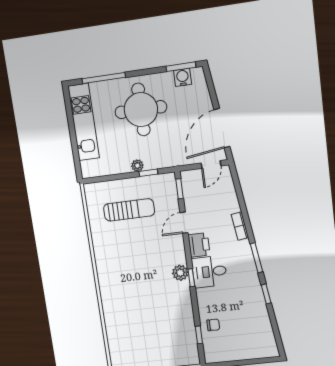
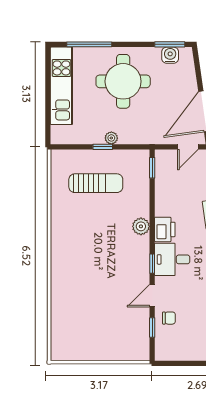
window: (148, 173) -> (103, 147), moved
door: (184, 223) -> (152, 296), moved
plant: (180, 273) -> (141, 226), moved

